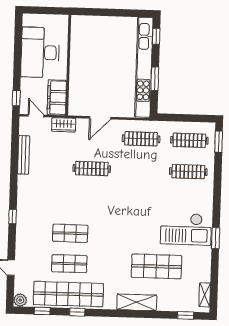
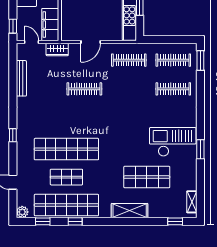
checkout: (186, 229) -> (173, 142), turned 180
shop shelf: (70, 233) -> (66, 149), width x2.00, depth x1.36

